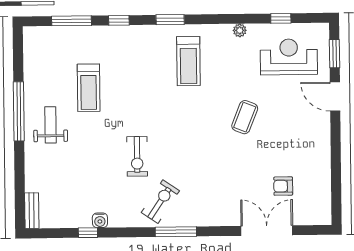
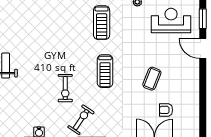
treadmill: (89, 88) -> (105, 71), moved
coffee table: (245, 117) -> (152, 79), moved

